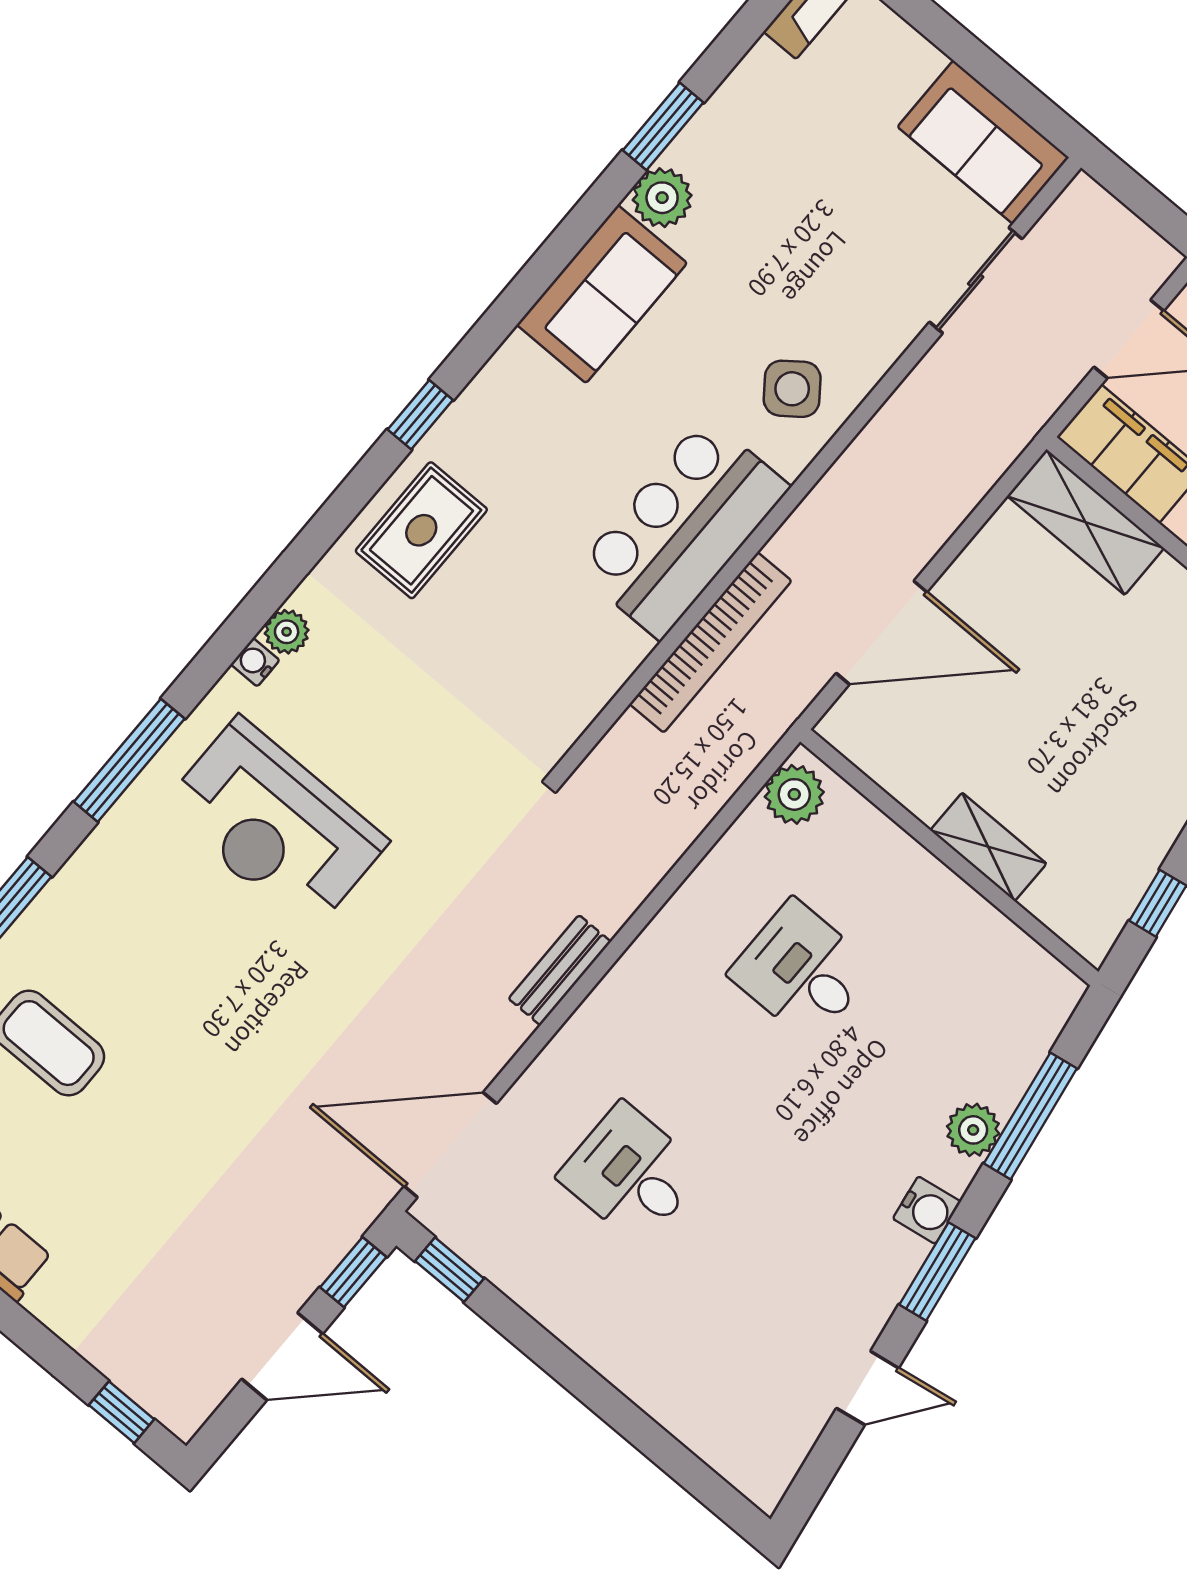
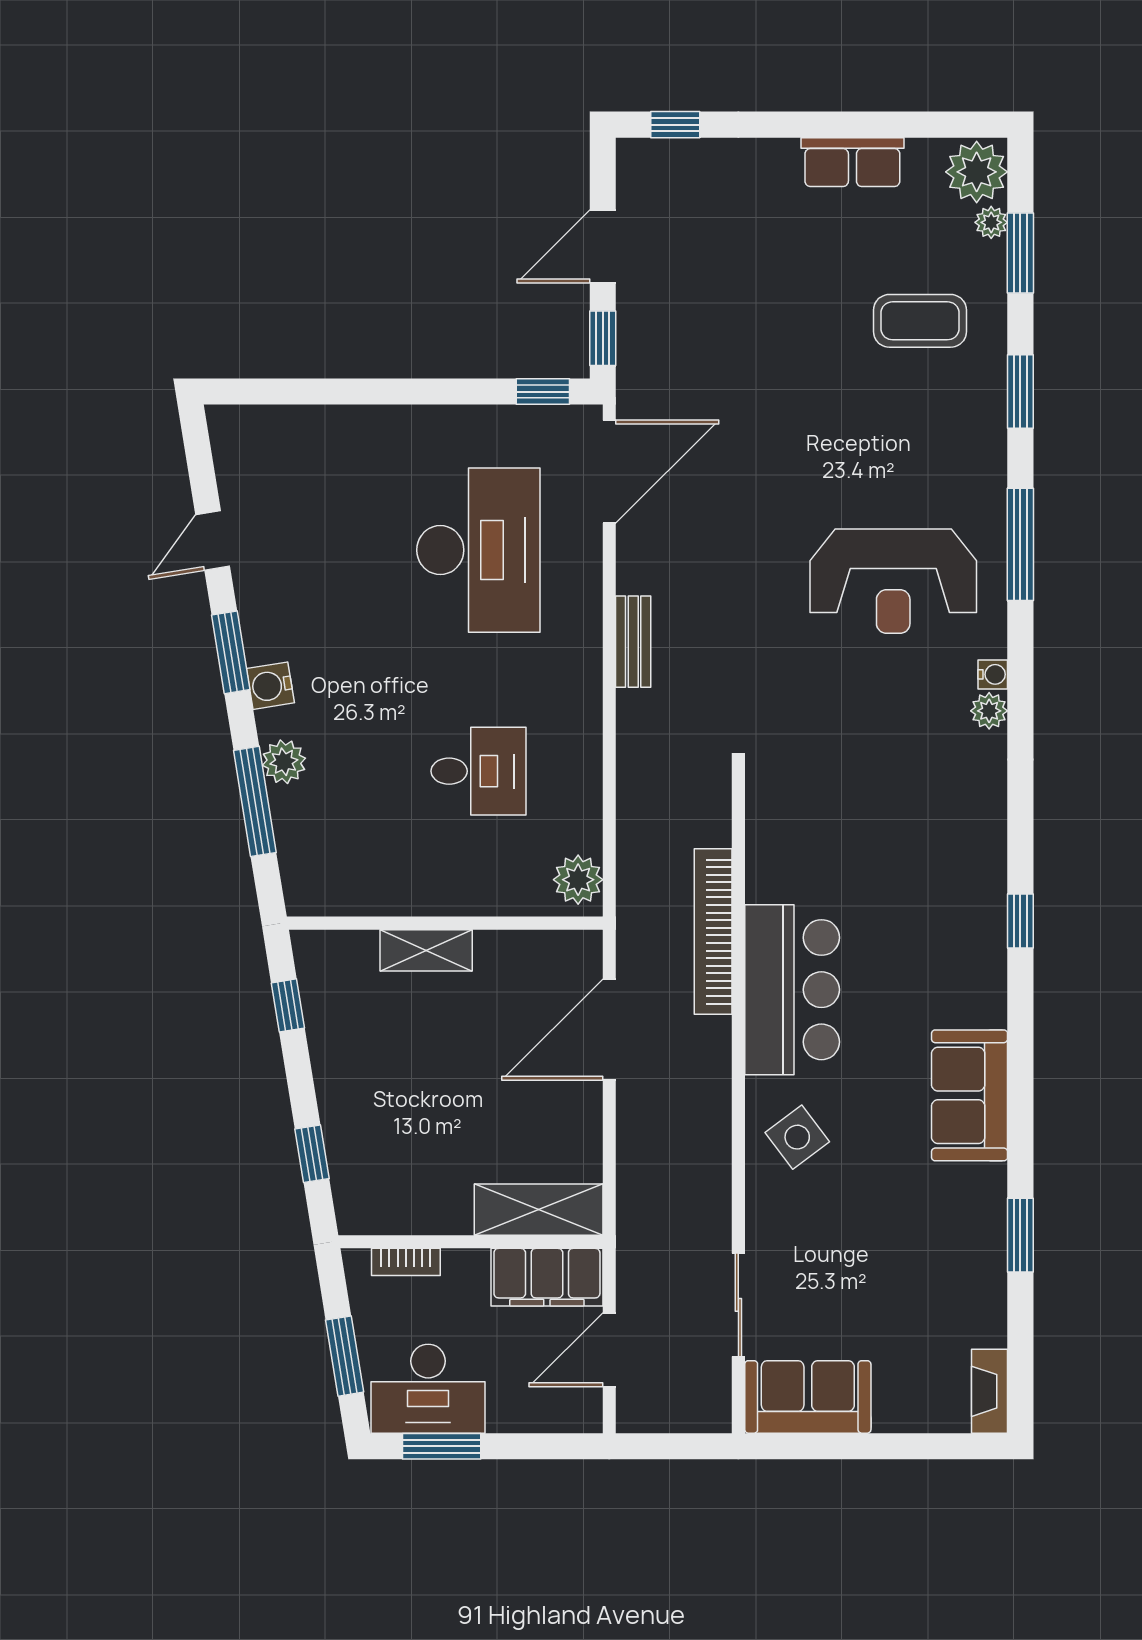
plant: (662, 198) -> (983, 1189), removed
rug: (421, 530) -> (958, 848), removed
reception desk: (274, 825) -> (893, 581), turned 180
desk: (631, 1174) -> (478, 550), width x1.87, depth x1.30

